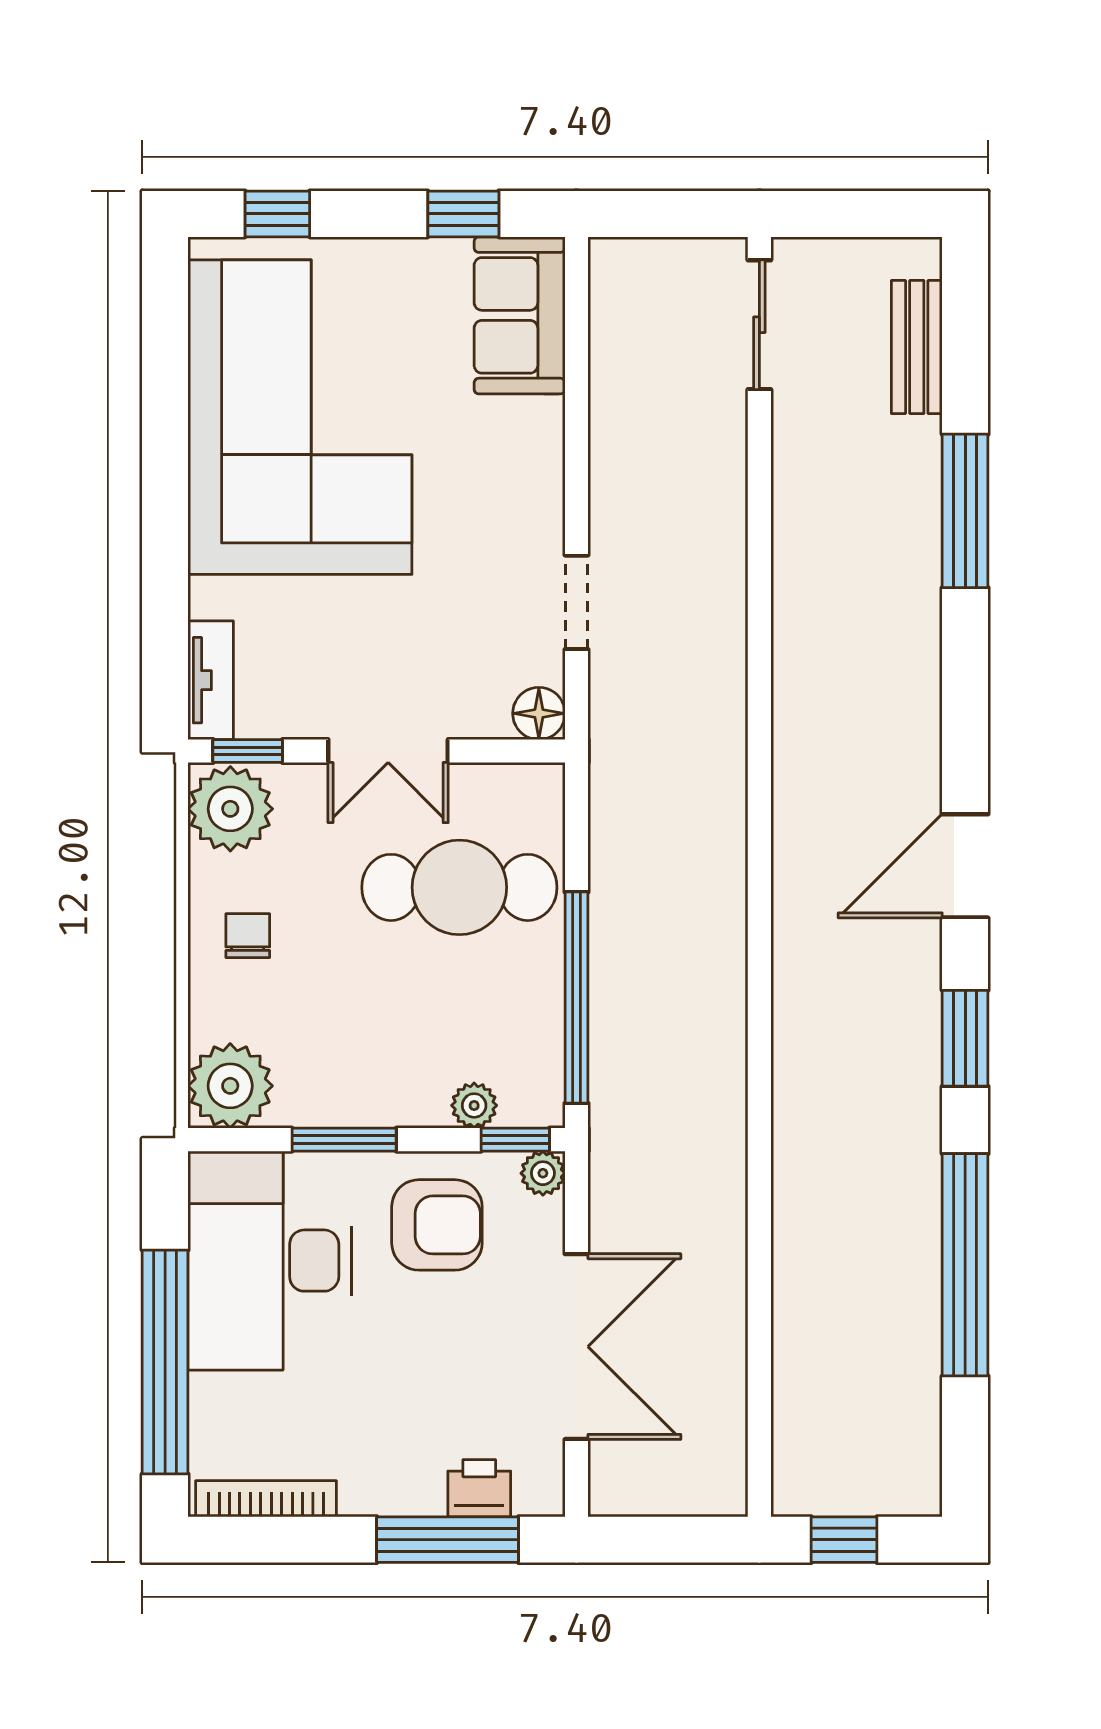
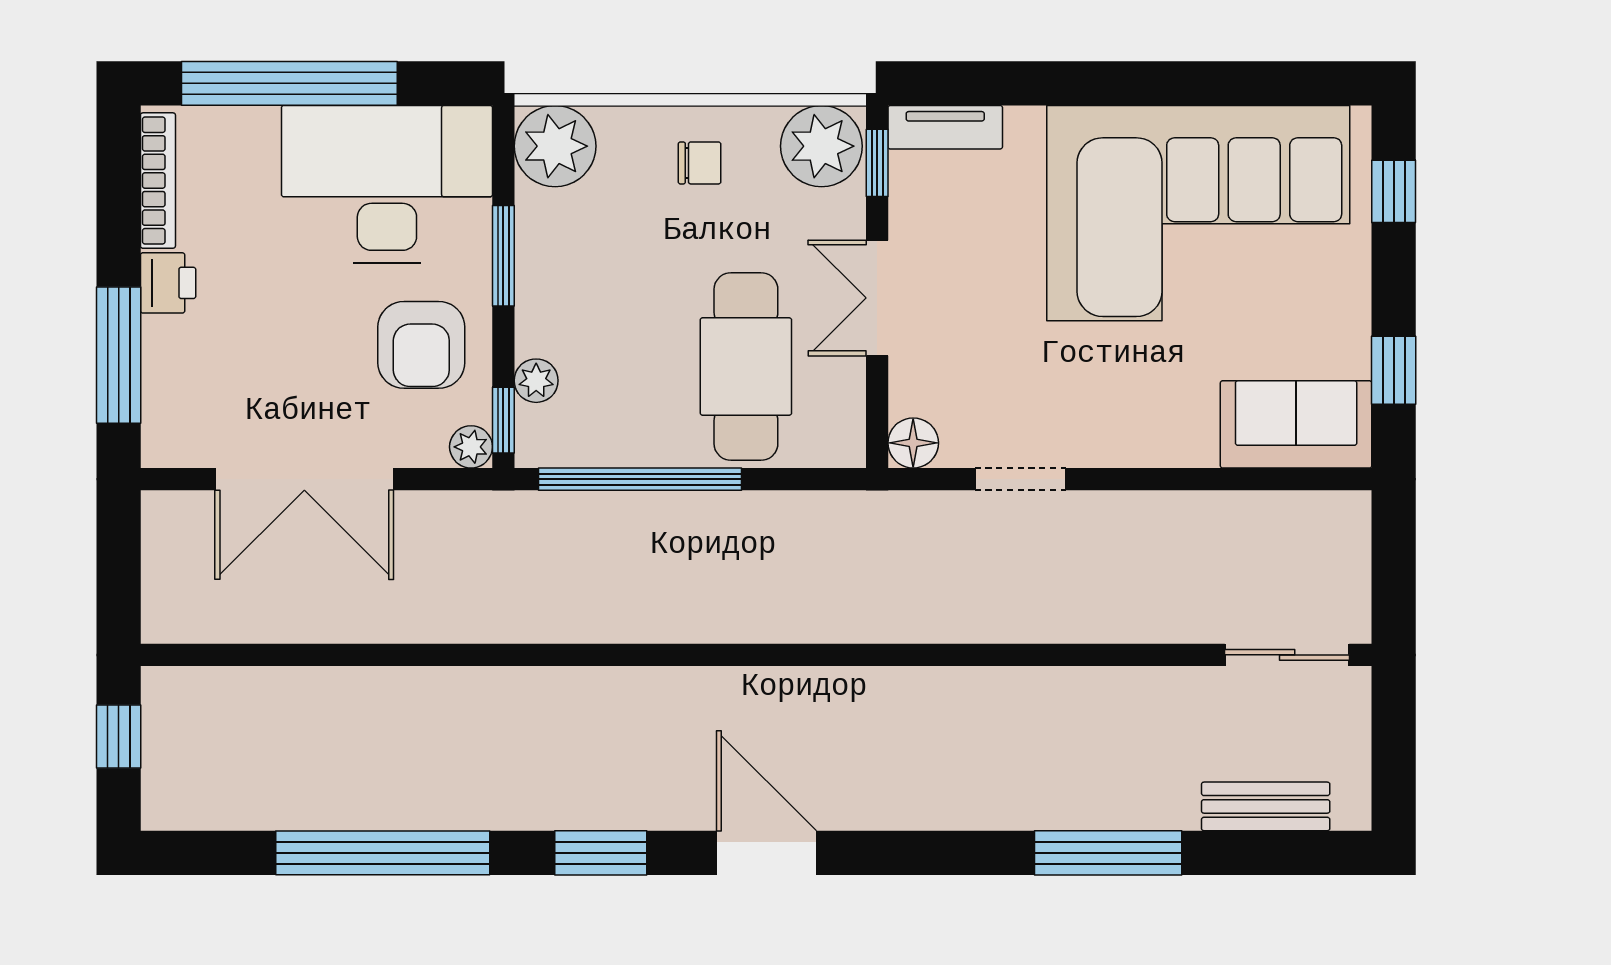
printer: (479, 1488) -> (168, 283), moved

